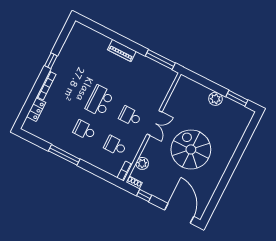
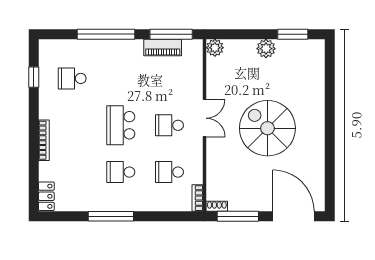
window: (119, 39) -> (106, 34), added
piano: (122, 50) -> (163, 47), moved
school desk: (84, 56) -> (72, 78), added
window: (51, 61) -> (34, 77), moved
locker: (36, 110) -> (46, 196), moved
plant: (142, 163) -> (215, 48), moved
window: (144, 195) -> (238, 216), width x2.17

